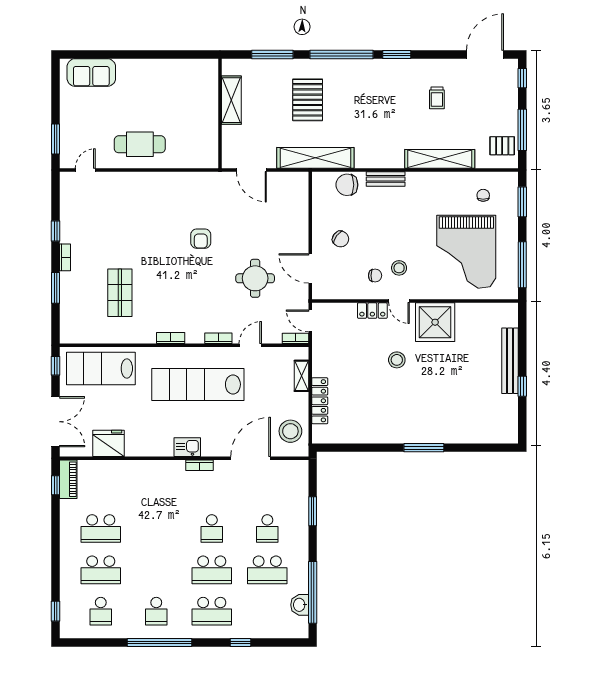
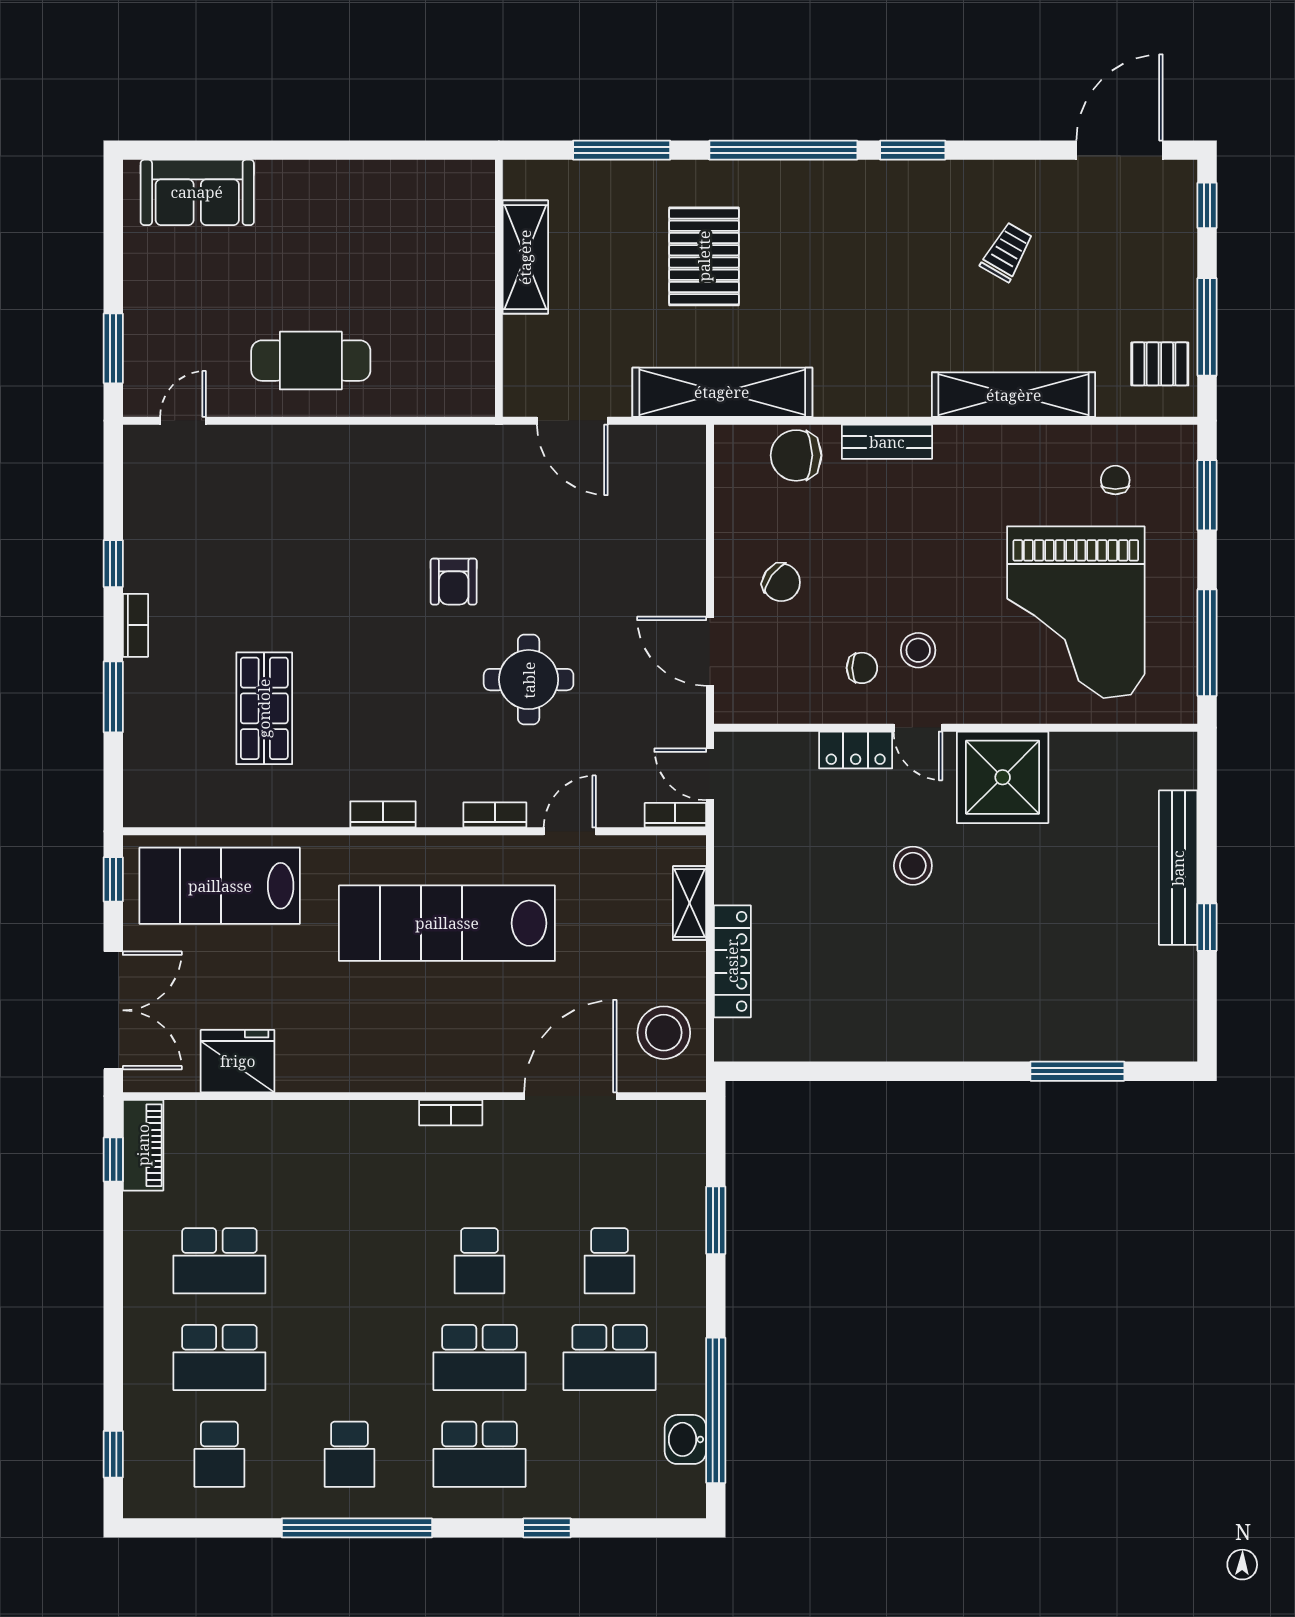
trolley: (437, 98) -> (1007, 252), turned -150
round table: (255, 278) -> (529, 680), moved
kitchen sink: (187, 447) -> (422, 1070), removed
window: (424, 448) -> (1077, 1071), moved

